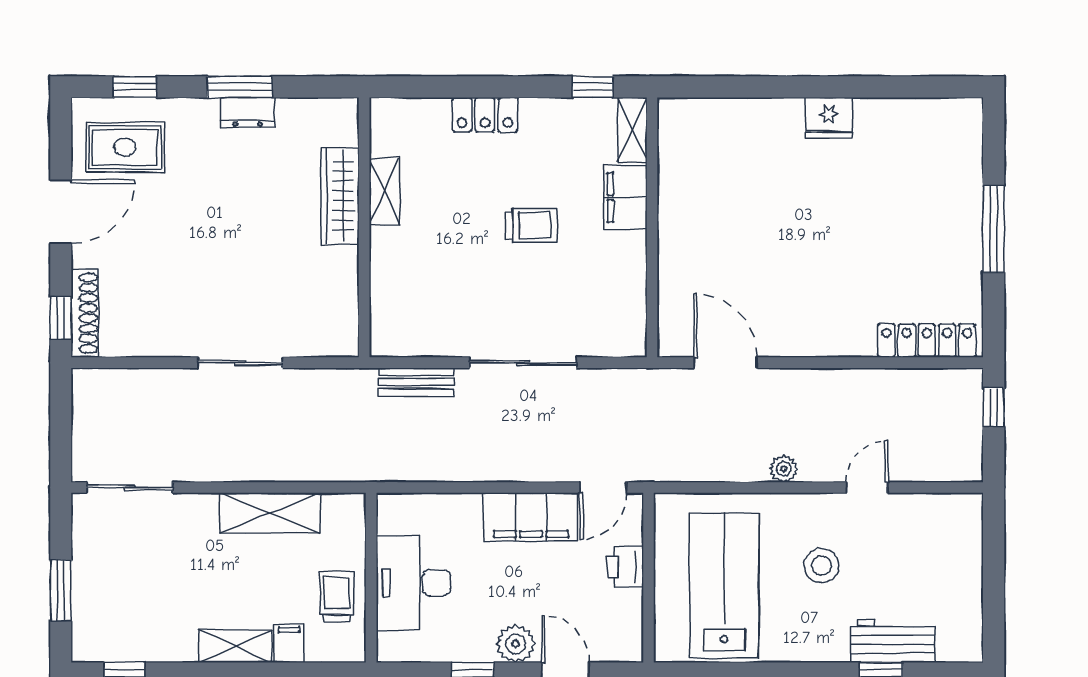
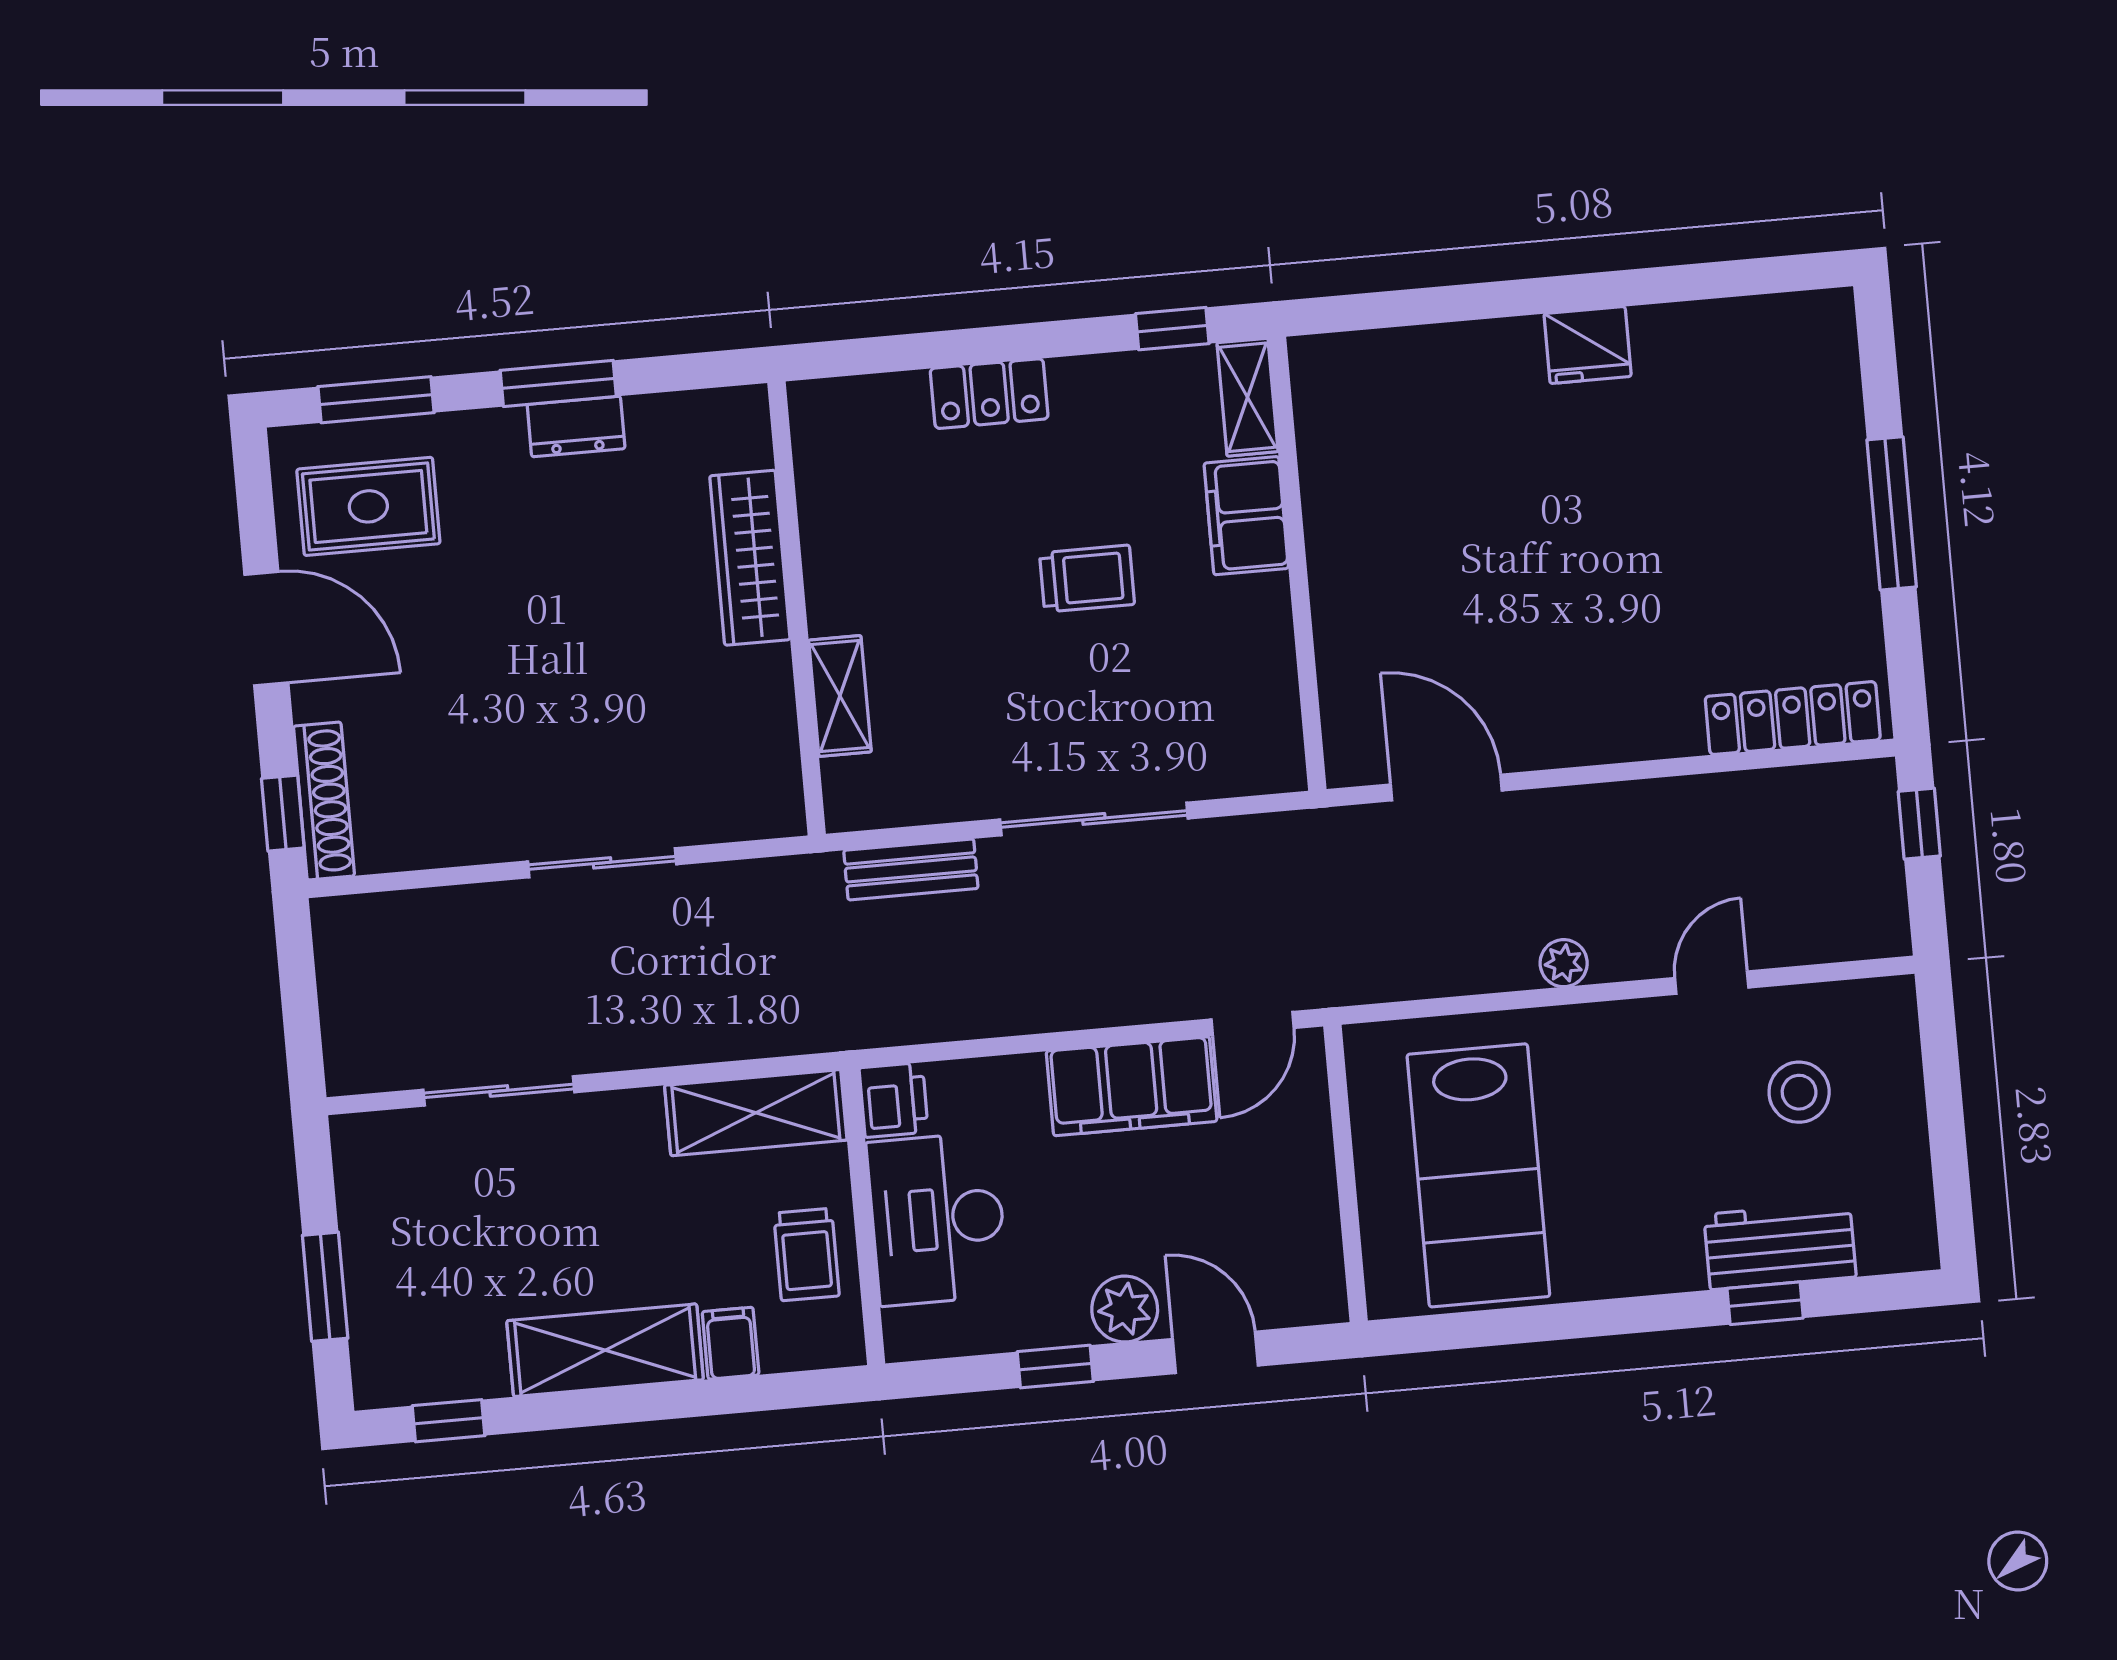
window: (135, 87) -> (376, 400), width x1.50
shelving: (384, 191) -> (840, 696), moved
door: (61, 212) -> (266, 629), hinge flipped
sliding door: (130, 487) -> (499, 1091), moved
shelving: (270, 513) -> (756, 1113), moved
stool: (821, 566) -> (1799, 1092), moved
printer: (625, 567) -> (894, 1100), moved, turned 180
lab bench: (724, 586) -> (1478, 1175), turned 180
trolley: (337, 596) -> (807, 1254), turned 180
shelving: (235, 646) -> (605, 1350), width x1.50, depth x1.33

